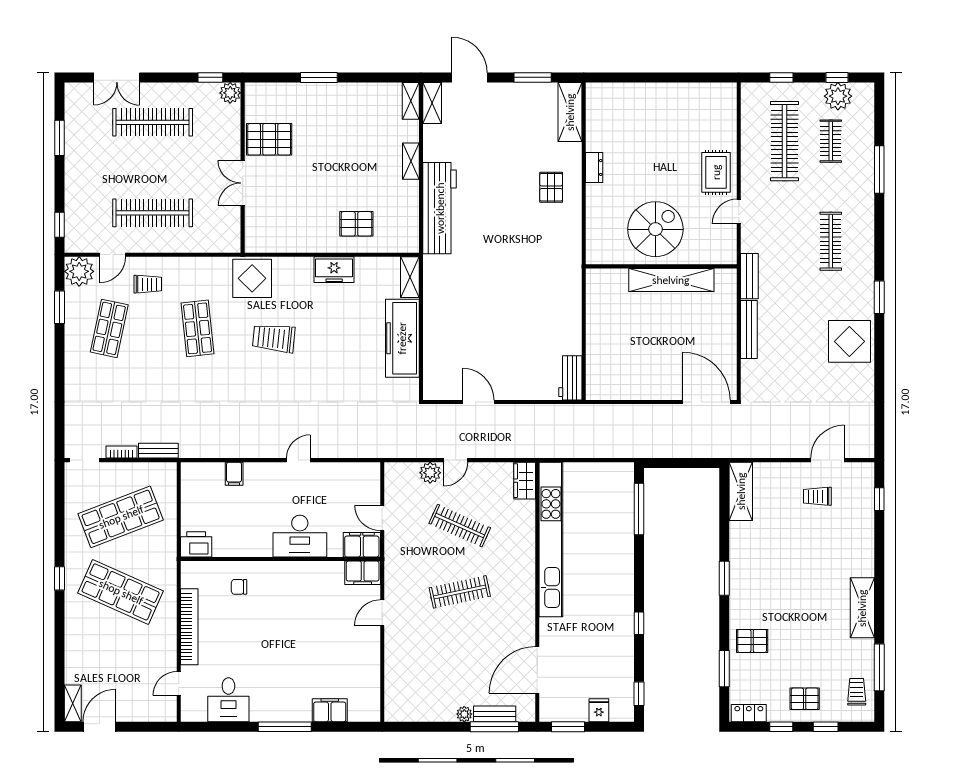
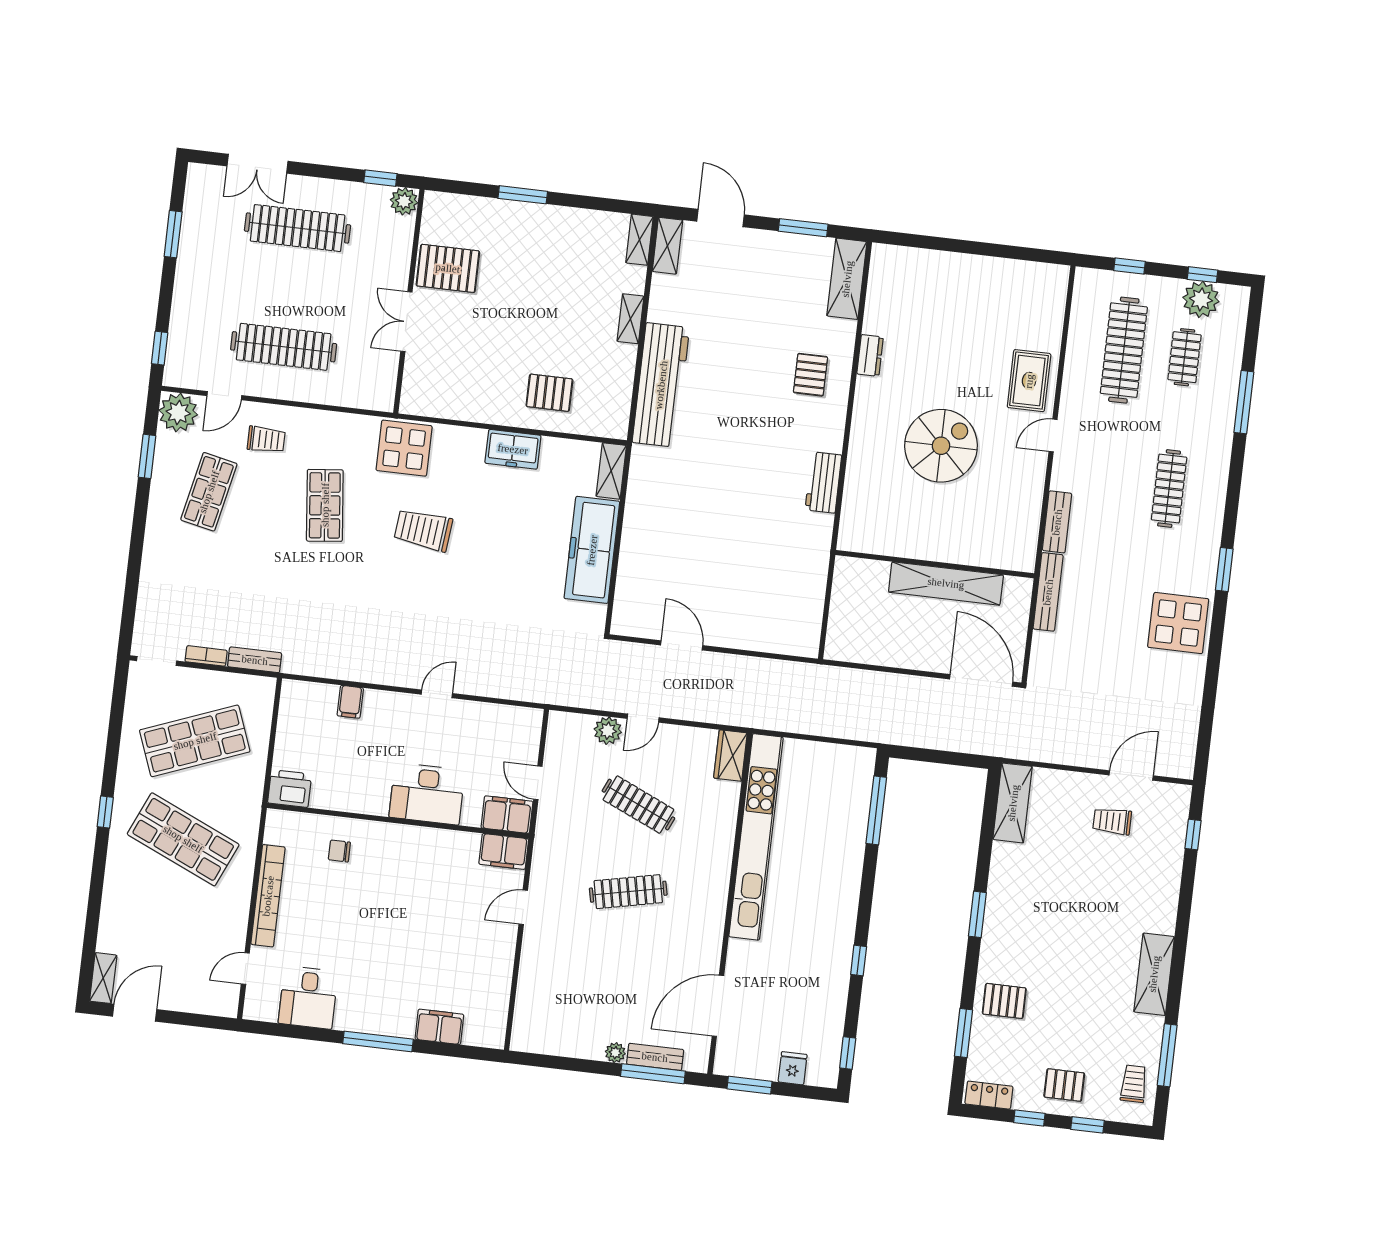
wall: (661, 266) -> (935, 564), moved
shelving: (671, 280) -> (946, 583), moved
workbench: (570, 378) -> (823, 482), moved

